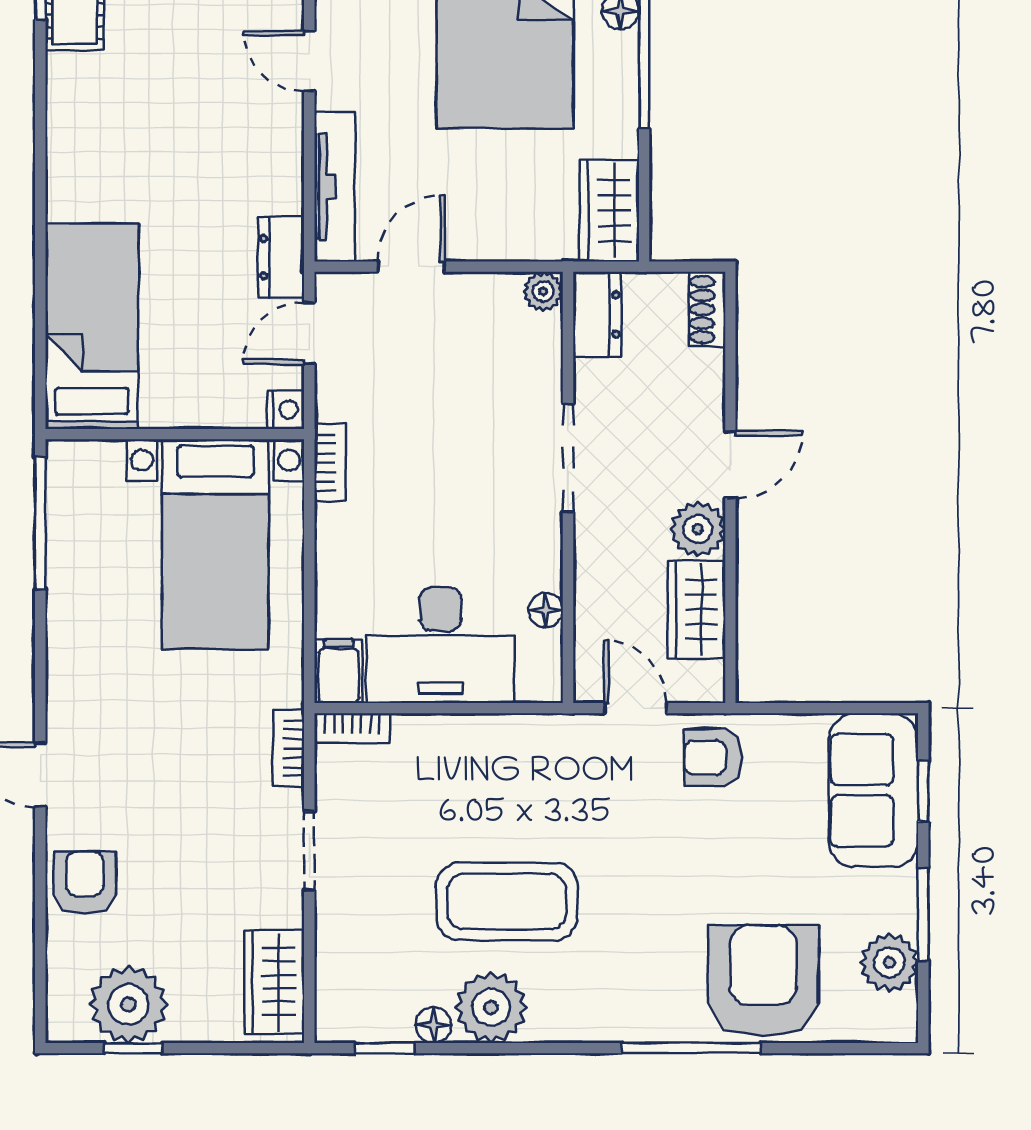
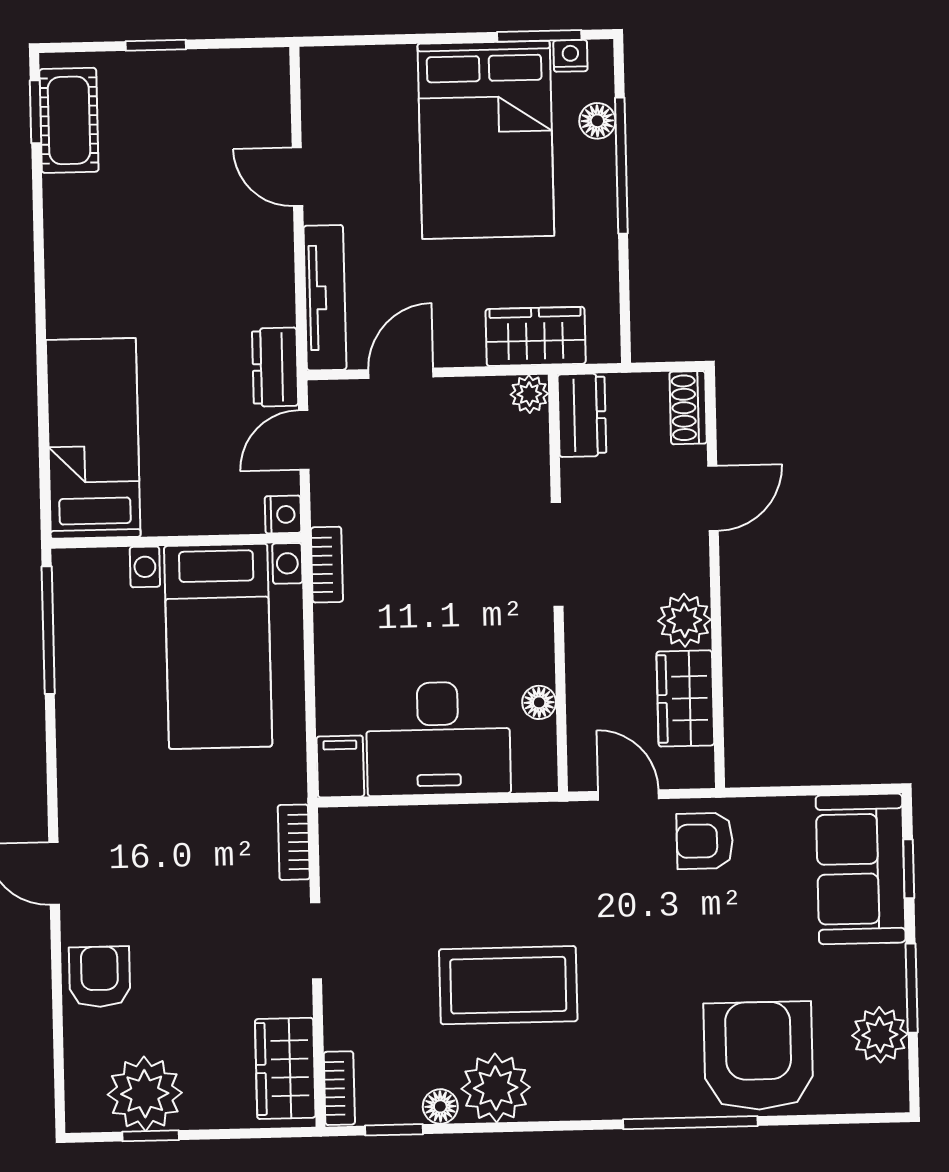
wardrobe: (609, 211) -> (536, 336), moved, turned 90
door: (730, 465) -> (713, 498), moved
bookcase: (352, 728) -> (339, 1088), moved, turned -90

